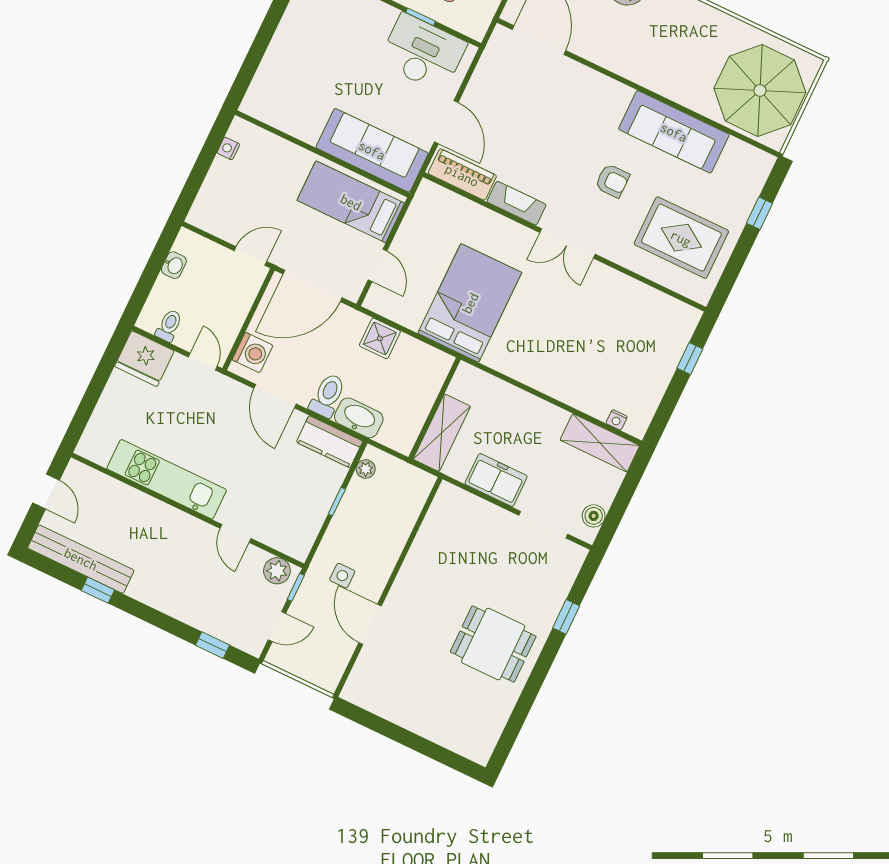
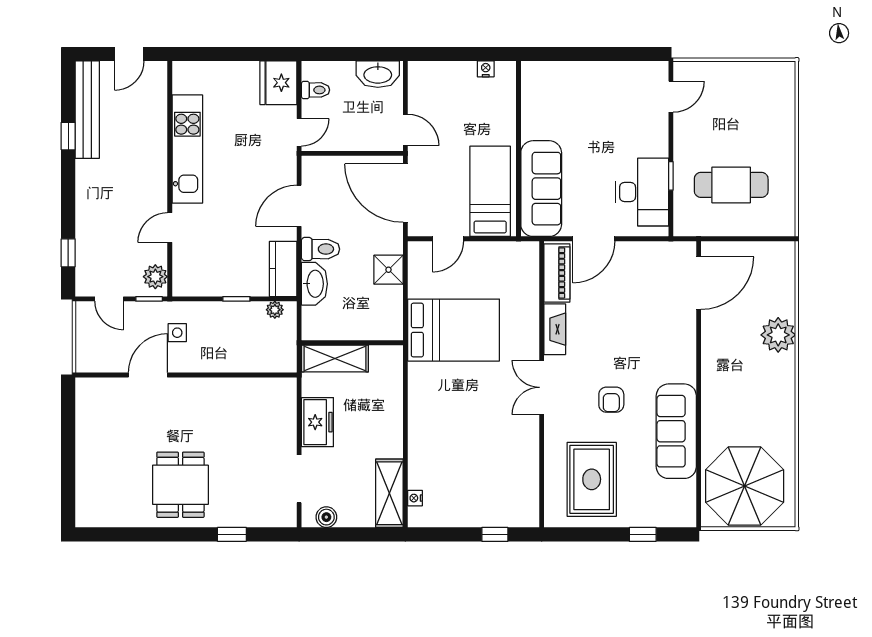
washbasin: (174, 265) -> (378, 74), width x1.91, depth x1.45
washing machine: (253, 353) -> (326, 170), removed

